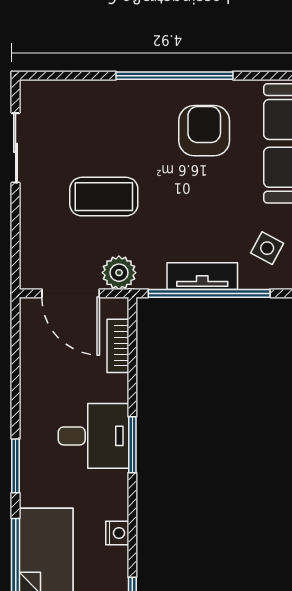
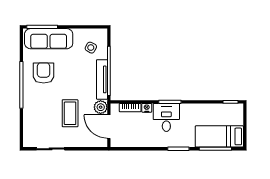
armchair: (204, 131) -> (44, 73), turned 90
tv unit: (202, 276) -> (102, 79), width x1.41
door: (71, 293) -> (109, 127), swing flipped
nightstand: (117, 533) -> (147, 108), moved

